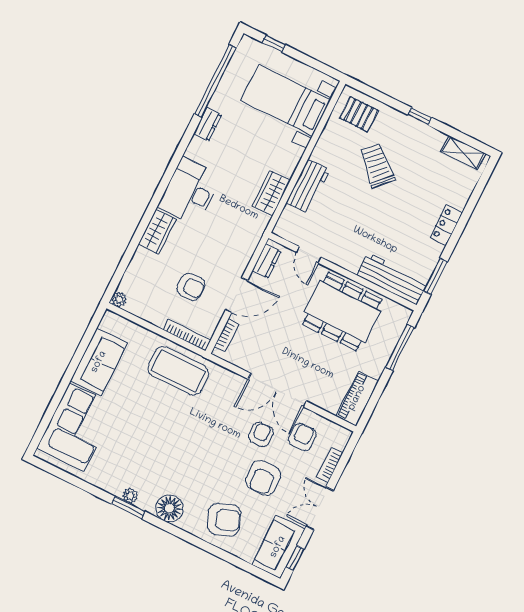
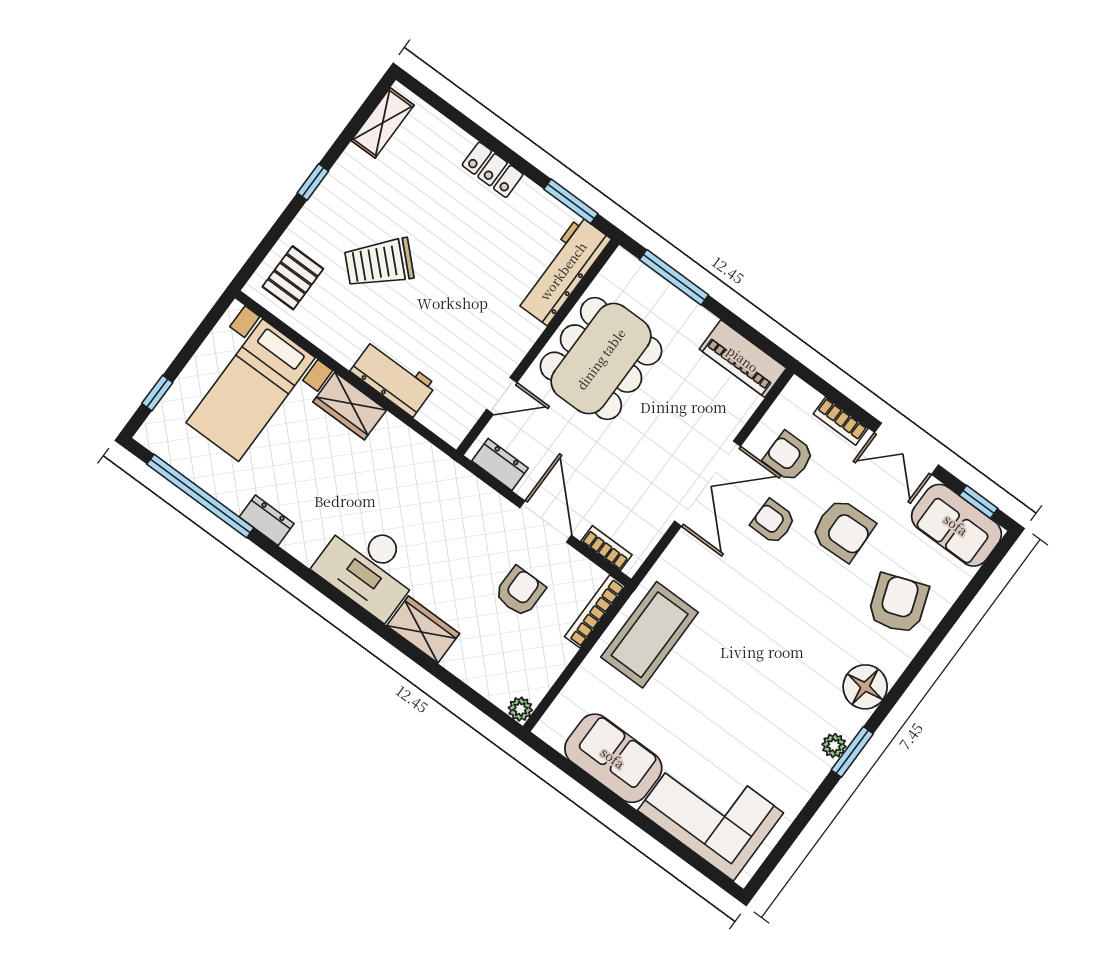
wardrobe: (271, 193) -> (350, 406), moved

